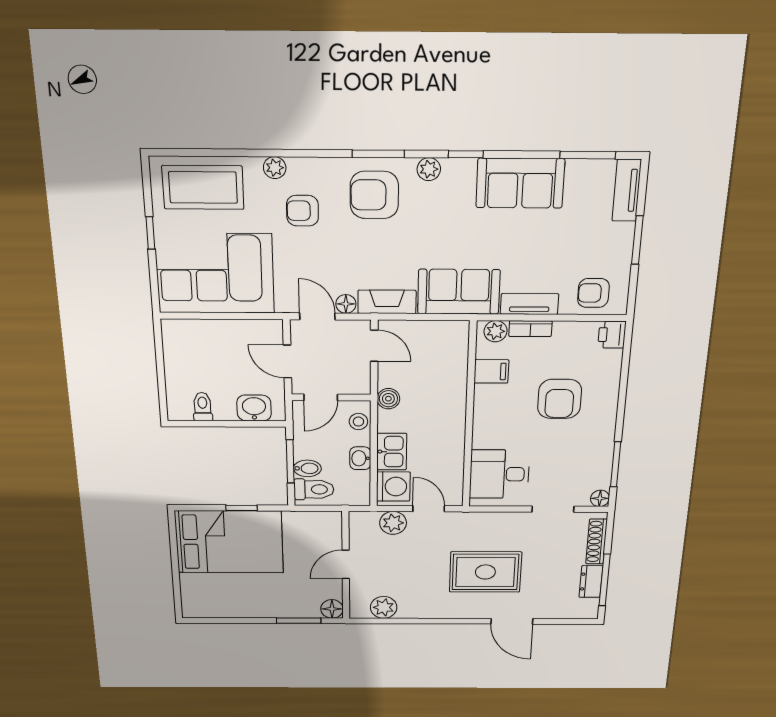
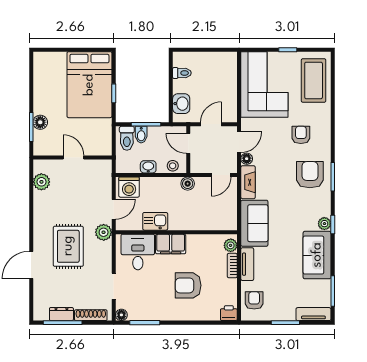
plant: (275, 168) -> (325, 120), removed
plant: (429, 169) -> (324, 224), moved
filing cabinet: (491, 371) -> (171, 244), moved, width x2.00
kitchen sink: (392, 452) -> (155, 221), moved, turned 180
plant: (393, 523) -> (104, 232), moved
floor lamp: (332, 609) -> (40, 122), moved

